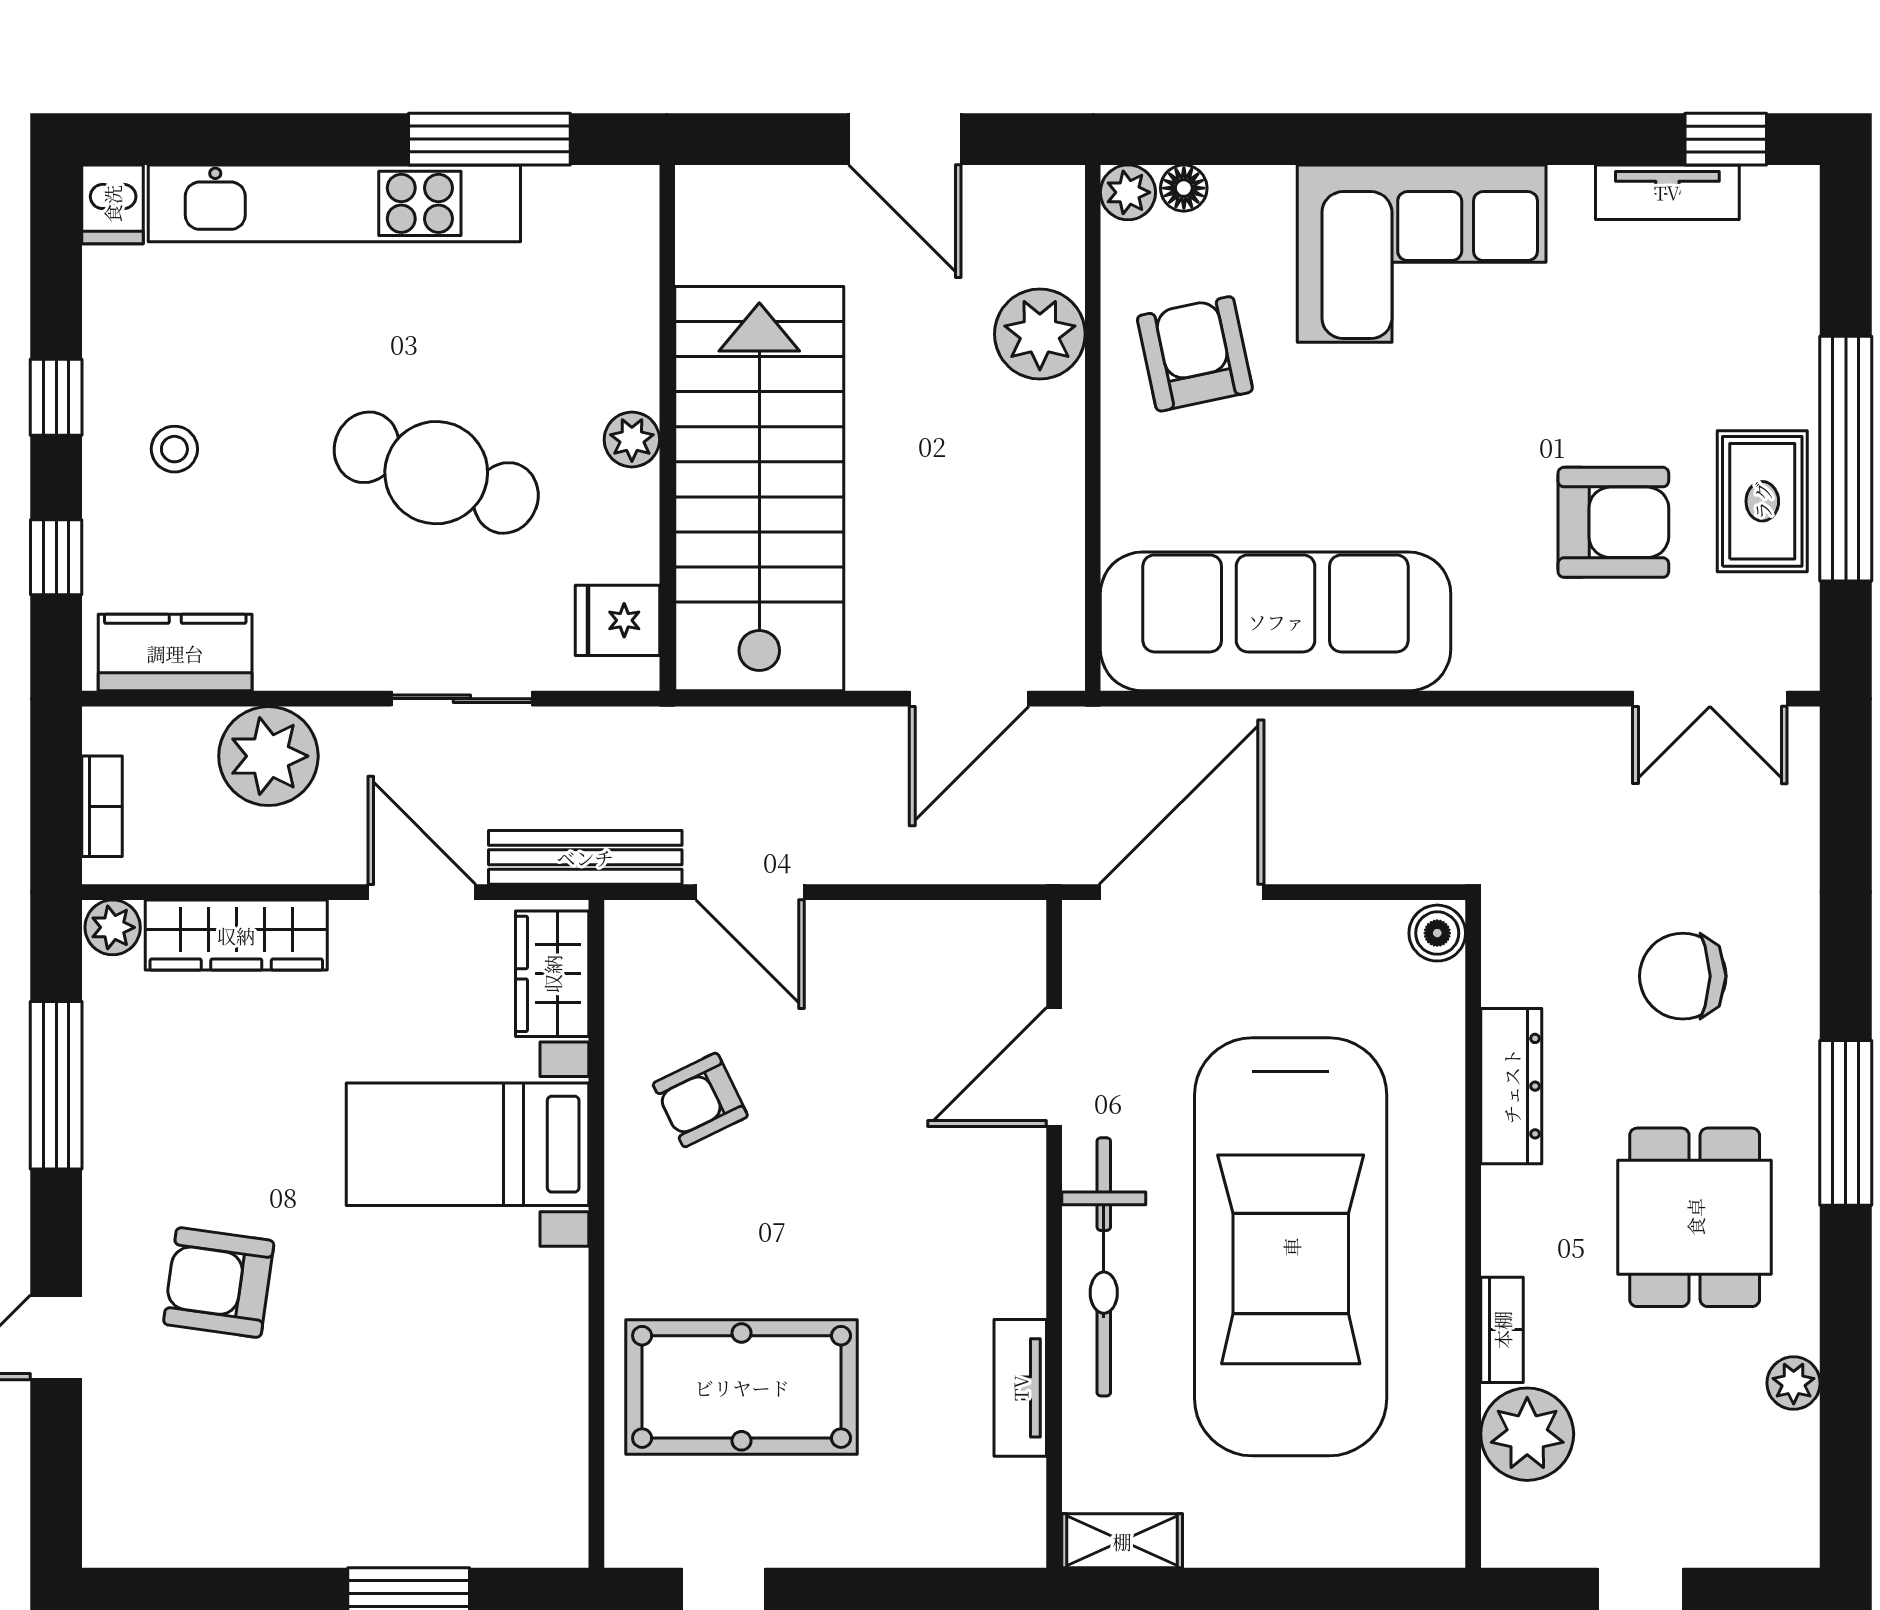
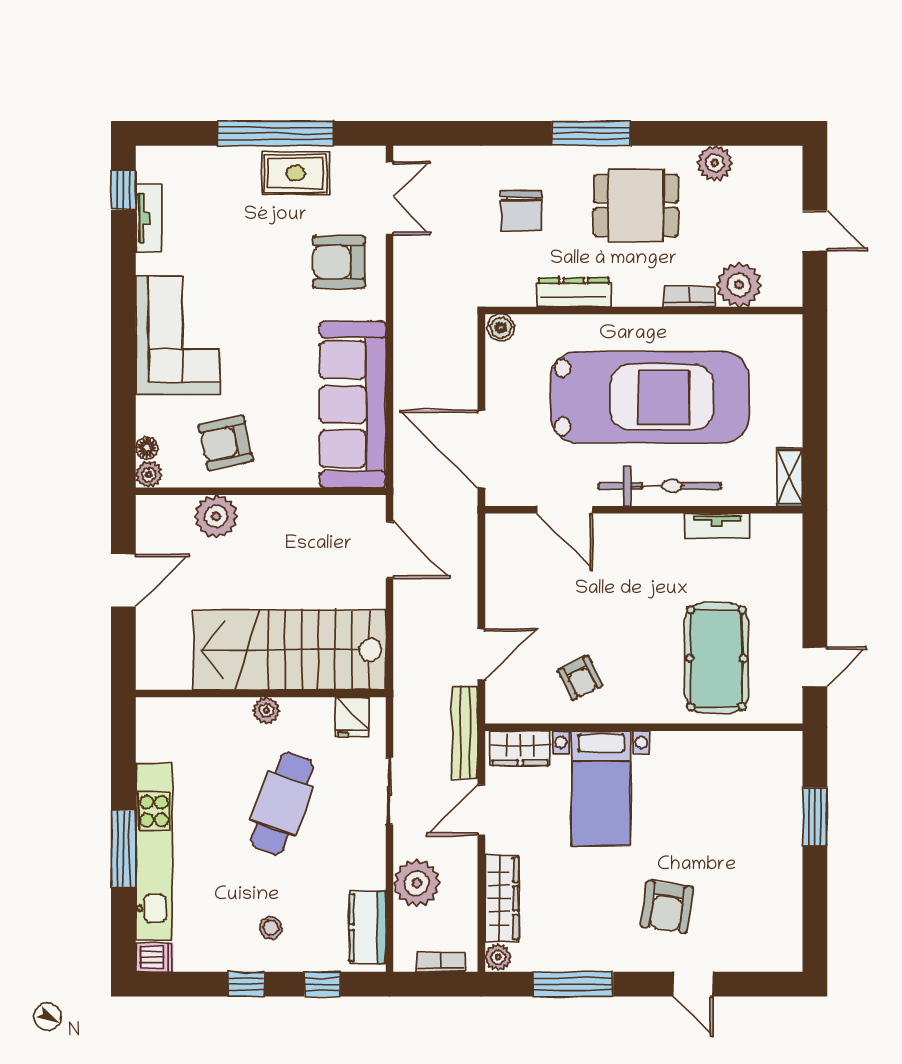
window: (489, 139) -> (123, 849), moved
armchair: (1613, 522) -> (339, 262), moved, turned -90
plant: (1794, 1383) -> (715, 163), width x1.38, depth x1.38

